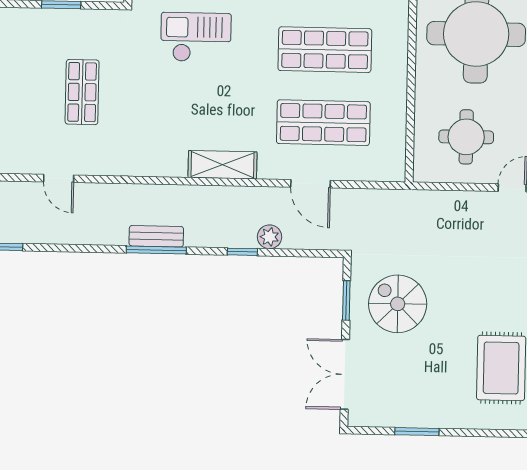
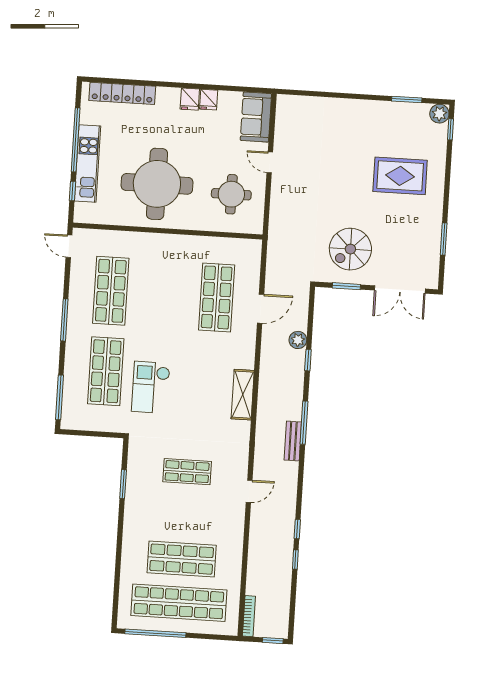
shop shelf: (325, 50) -> (164, 294), removed
shelving: (223, 165) -> (243, 395), moved
bench: (156, 236) -> (293, 441), moved

